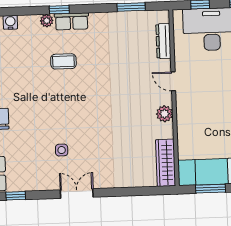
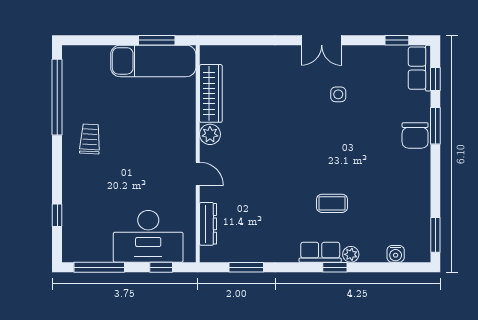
wardrobe: (166, 163) -> (211, 93), moved

